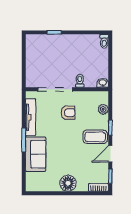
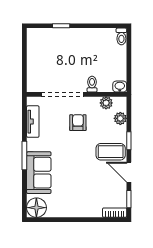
plant: (91, 96) -> (106, 103), added
armchair: (68, 113) -> (78, 123), turned -90
tv unit: (31, 117) -> (33, 122), width x0.71
door: (110, 154) -> (129, 172), hinge flipped
floor lamp: (68, 183) -> (36, 208), moved

